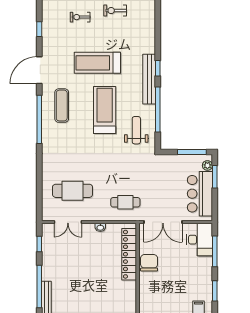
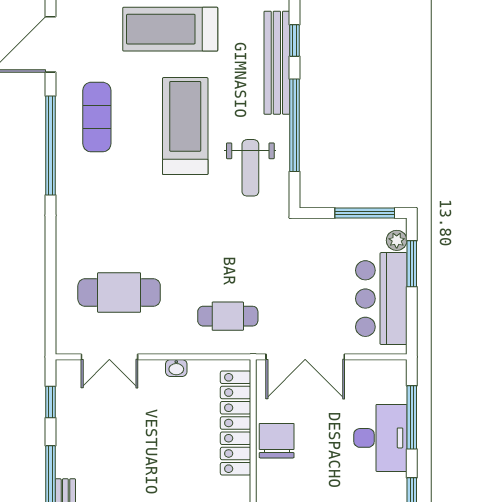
weight bench: (136, 130) -> (250, 168), turned 180
desk: (199, 240) -> (380, 438), moved

